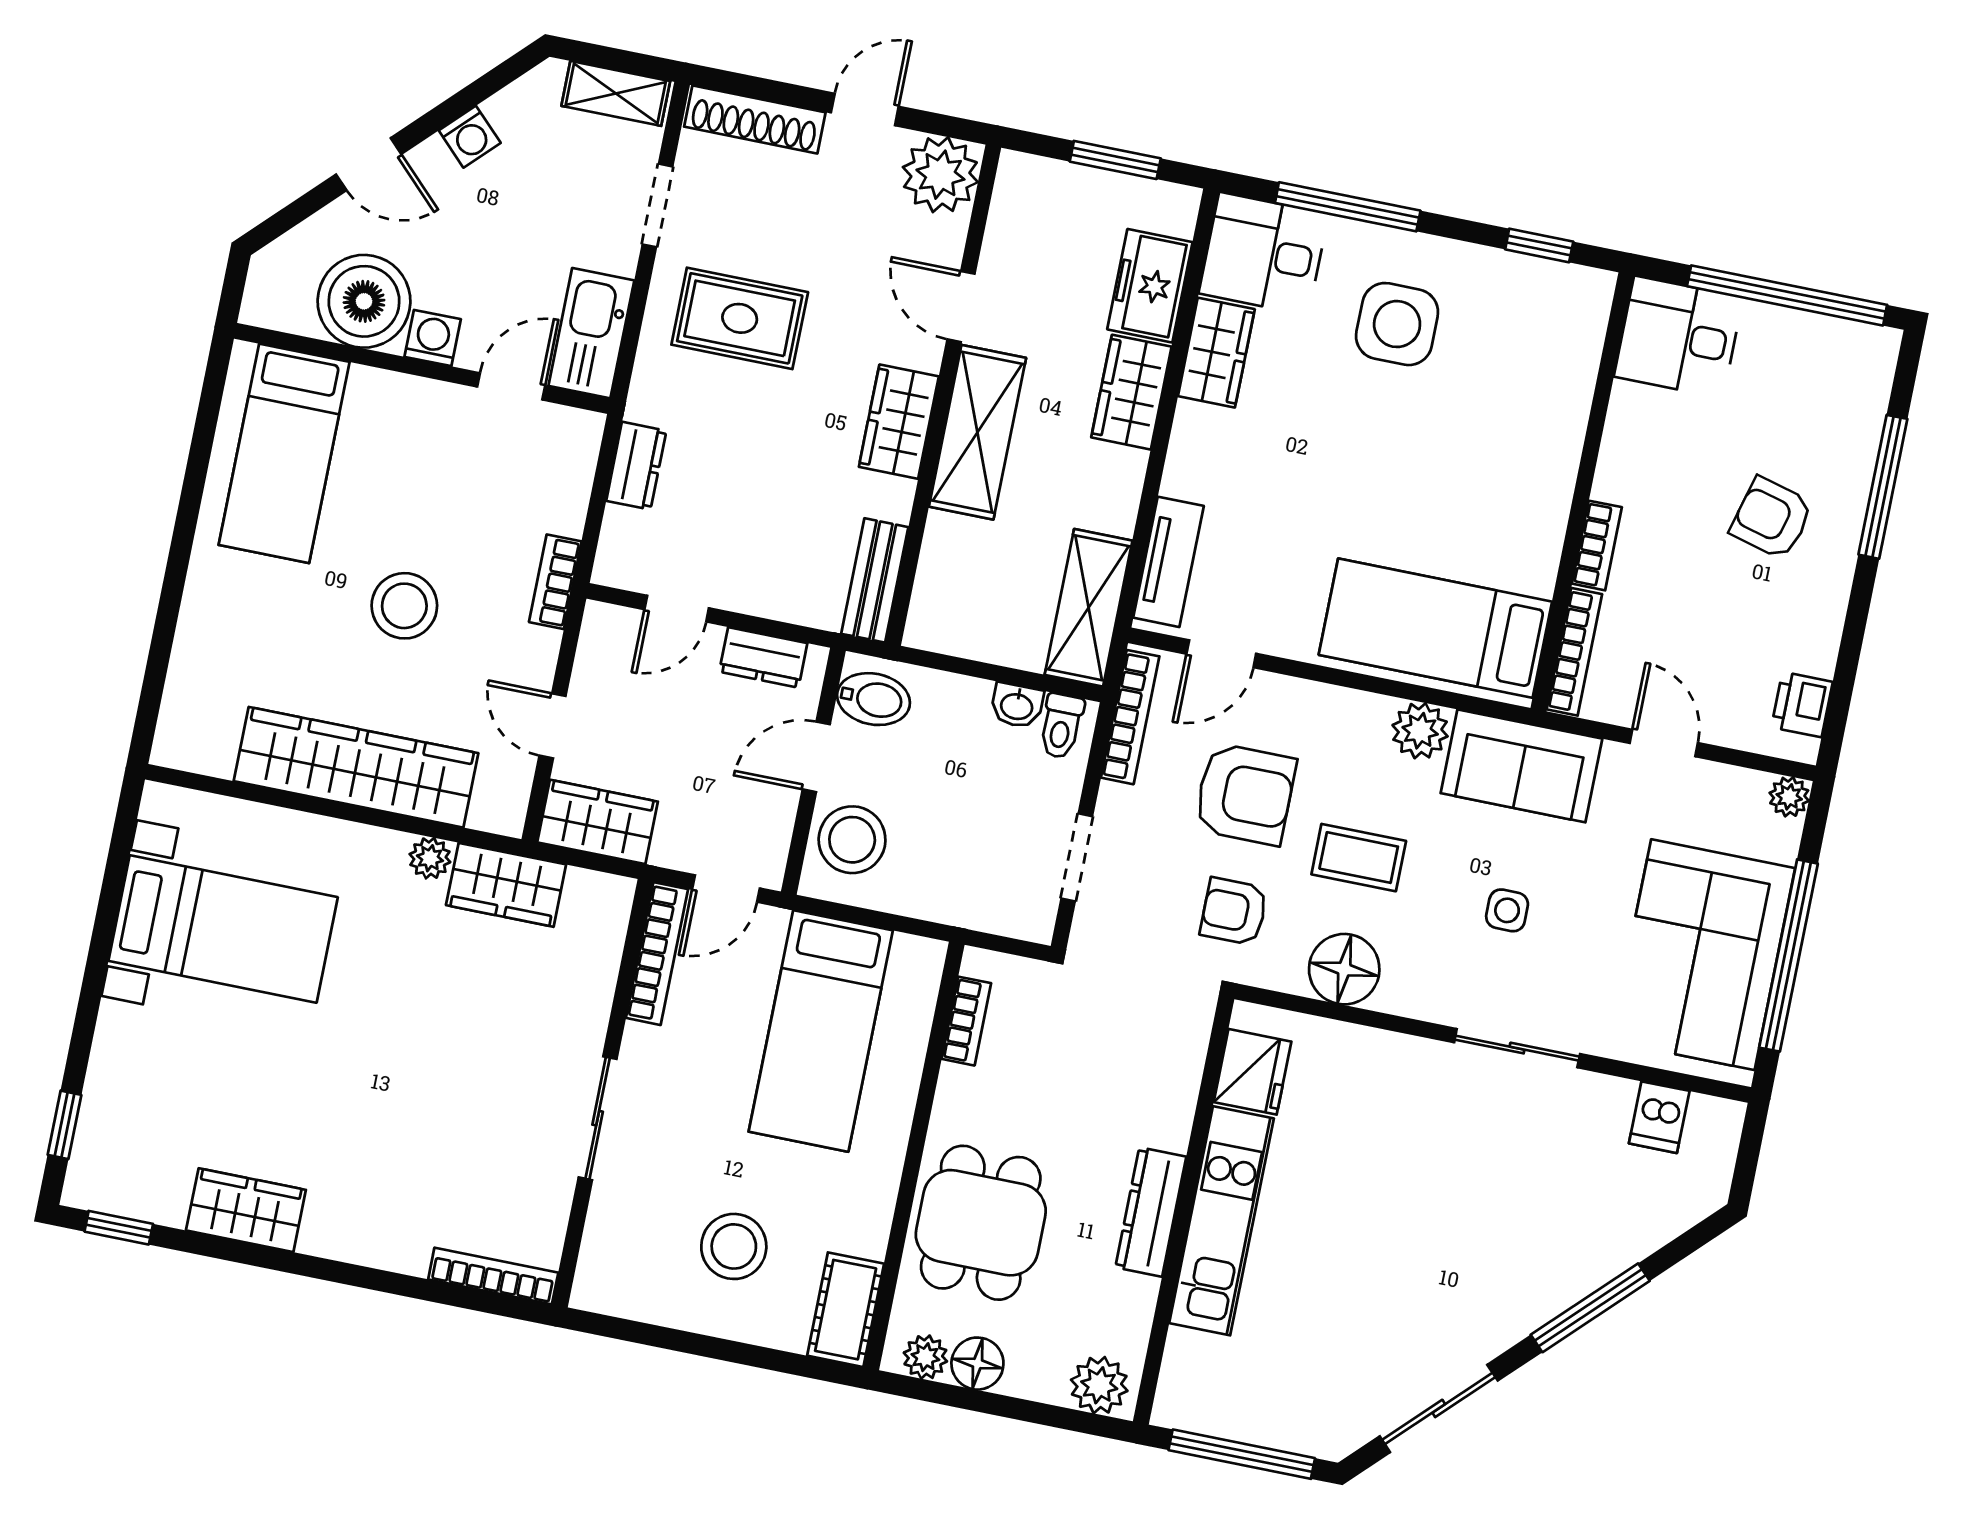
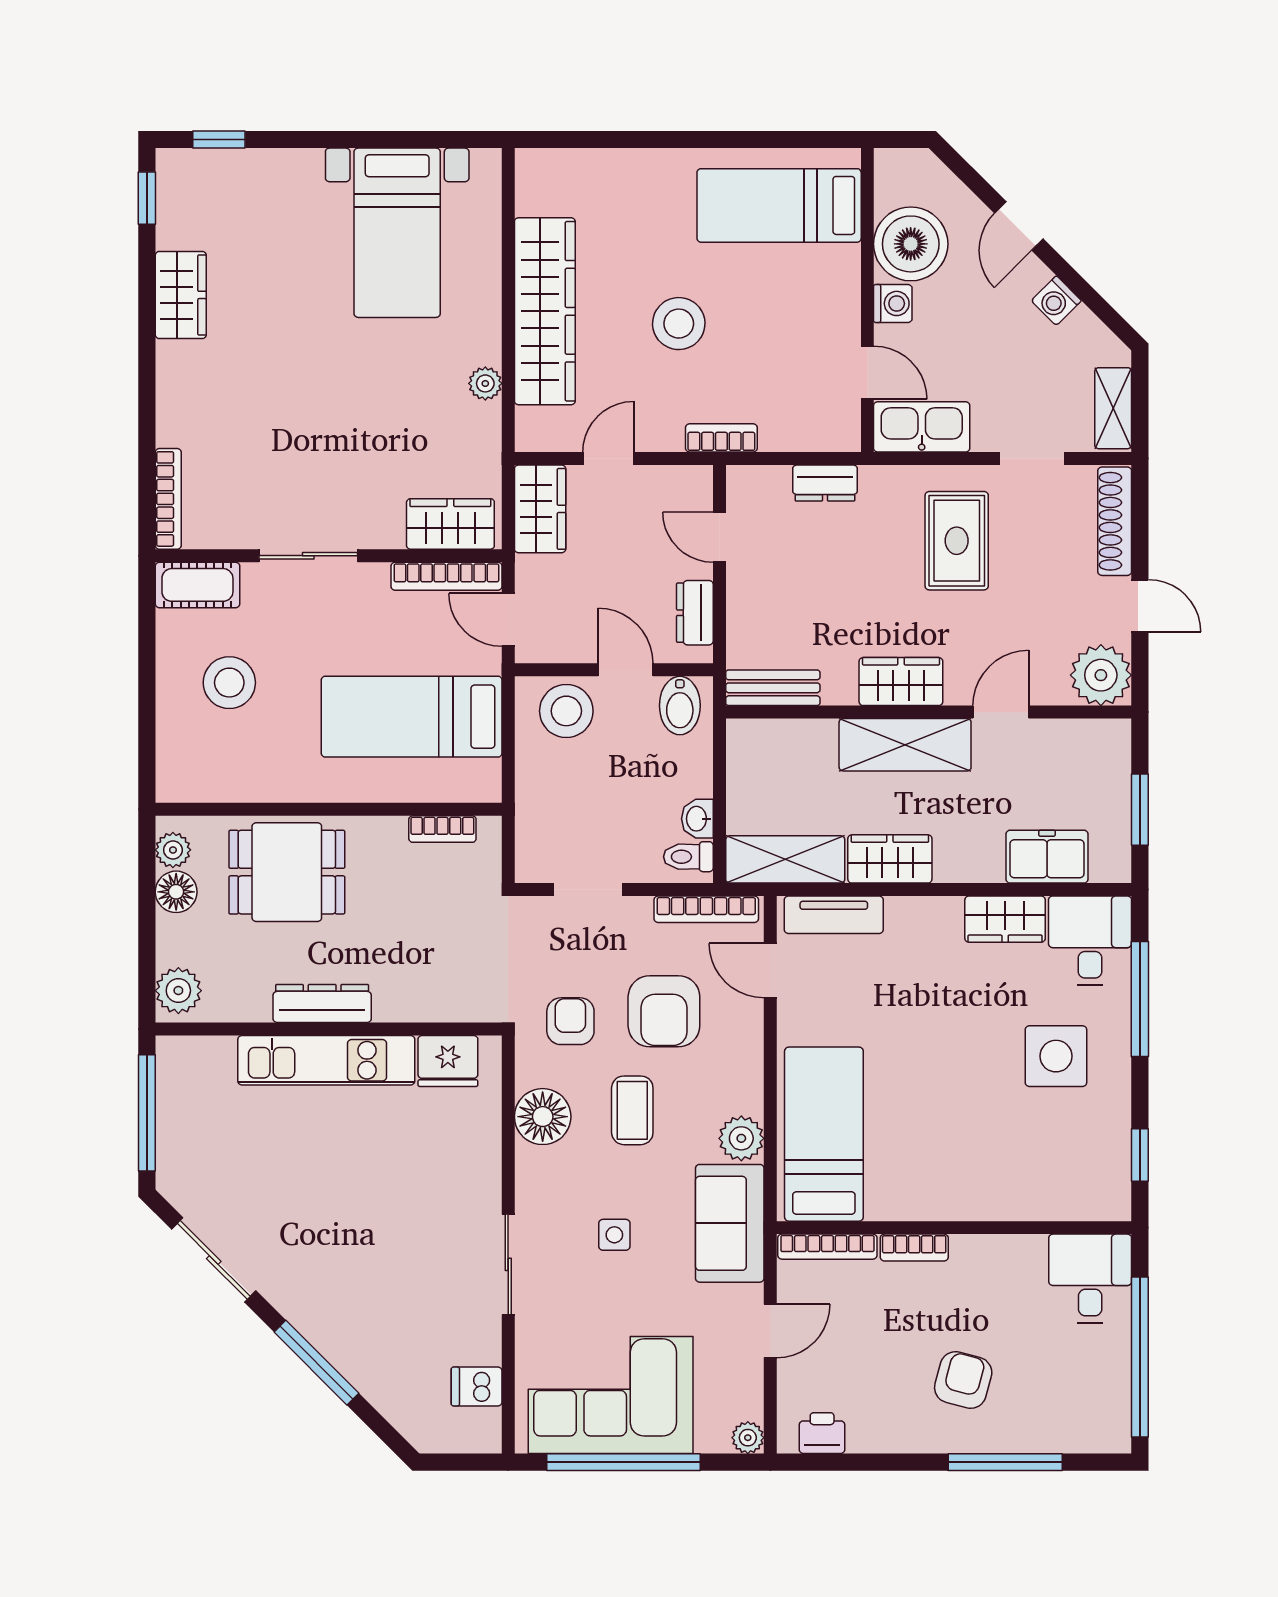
wardrobe: (1131, 392) -> (890, 859), moved
wardrobe: (506, 885) -> (450, 524), moved, turned 90
cot: (846, 1310) -> (197, 585), moved

